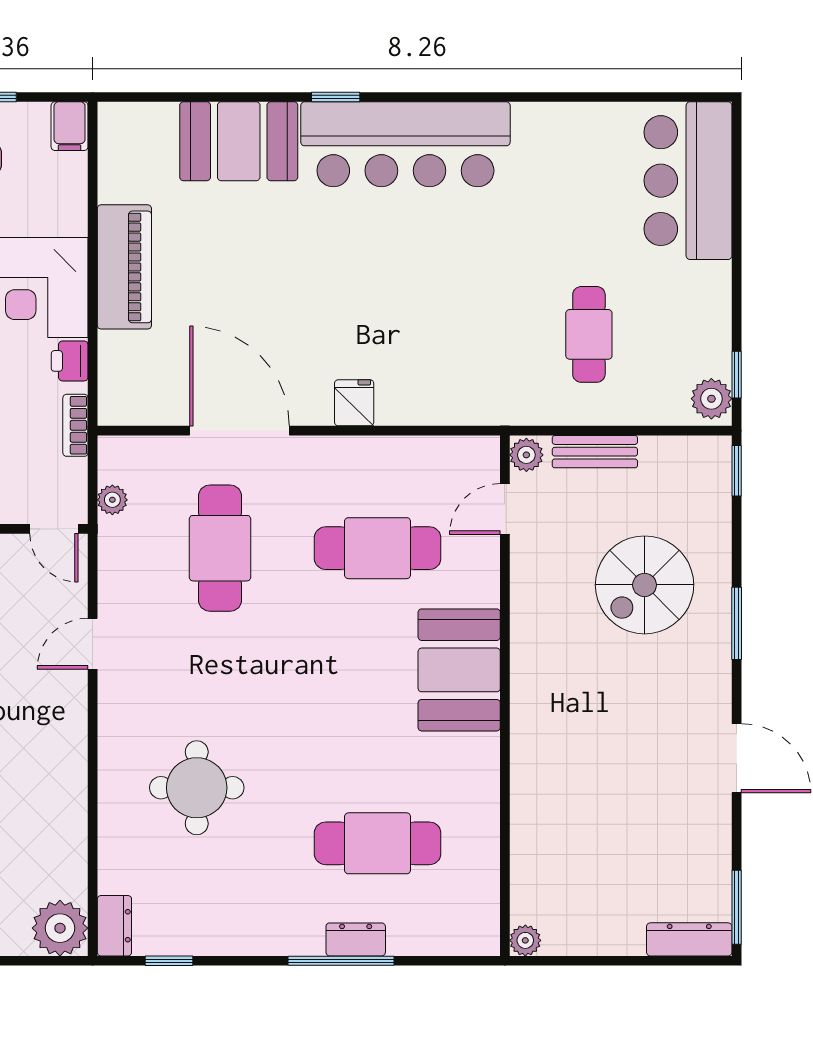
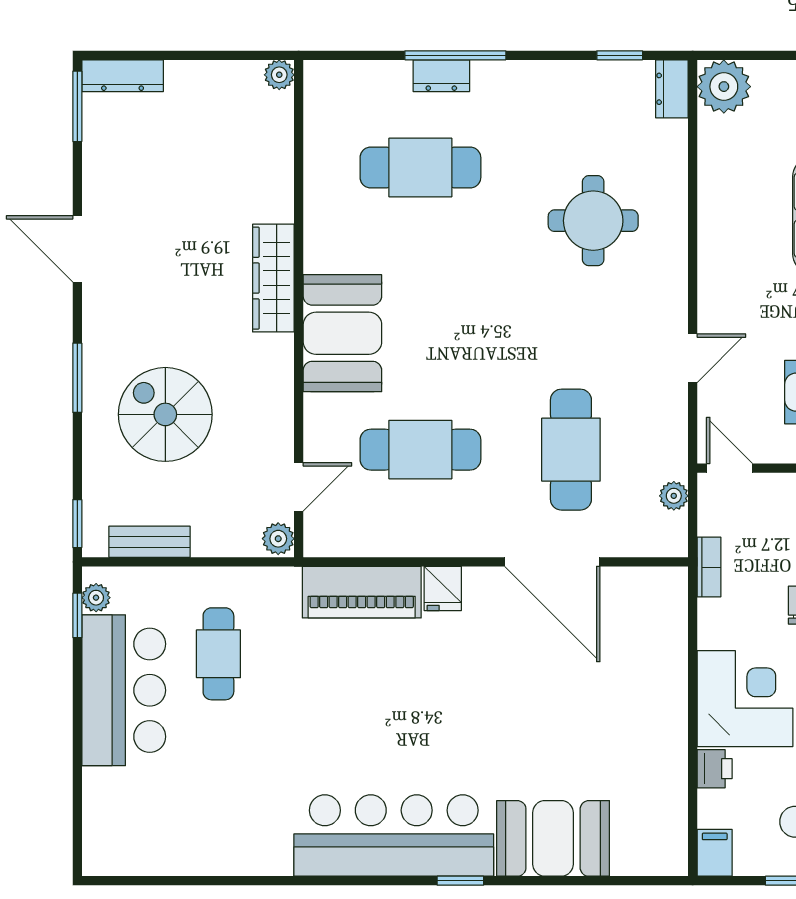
bar counter: (688, 181) -> (124, 690), moved
piano: (124, 267) -> (362, 592), moved, turned -90
printer: (70, 361) -> (715, 769), moved
plant: (711, 399) -> (96, 598), width x0.73, depth x0.73
bench: (595, 452) -> (149, 542), moved
spiral stairs: (645, 585) -> (165, 414), turned -90
wardrobe: (531, 728) -> (273, 278), added

